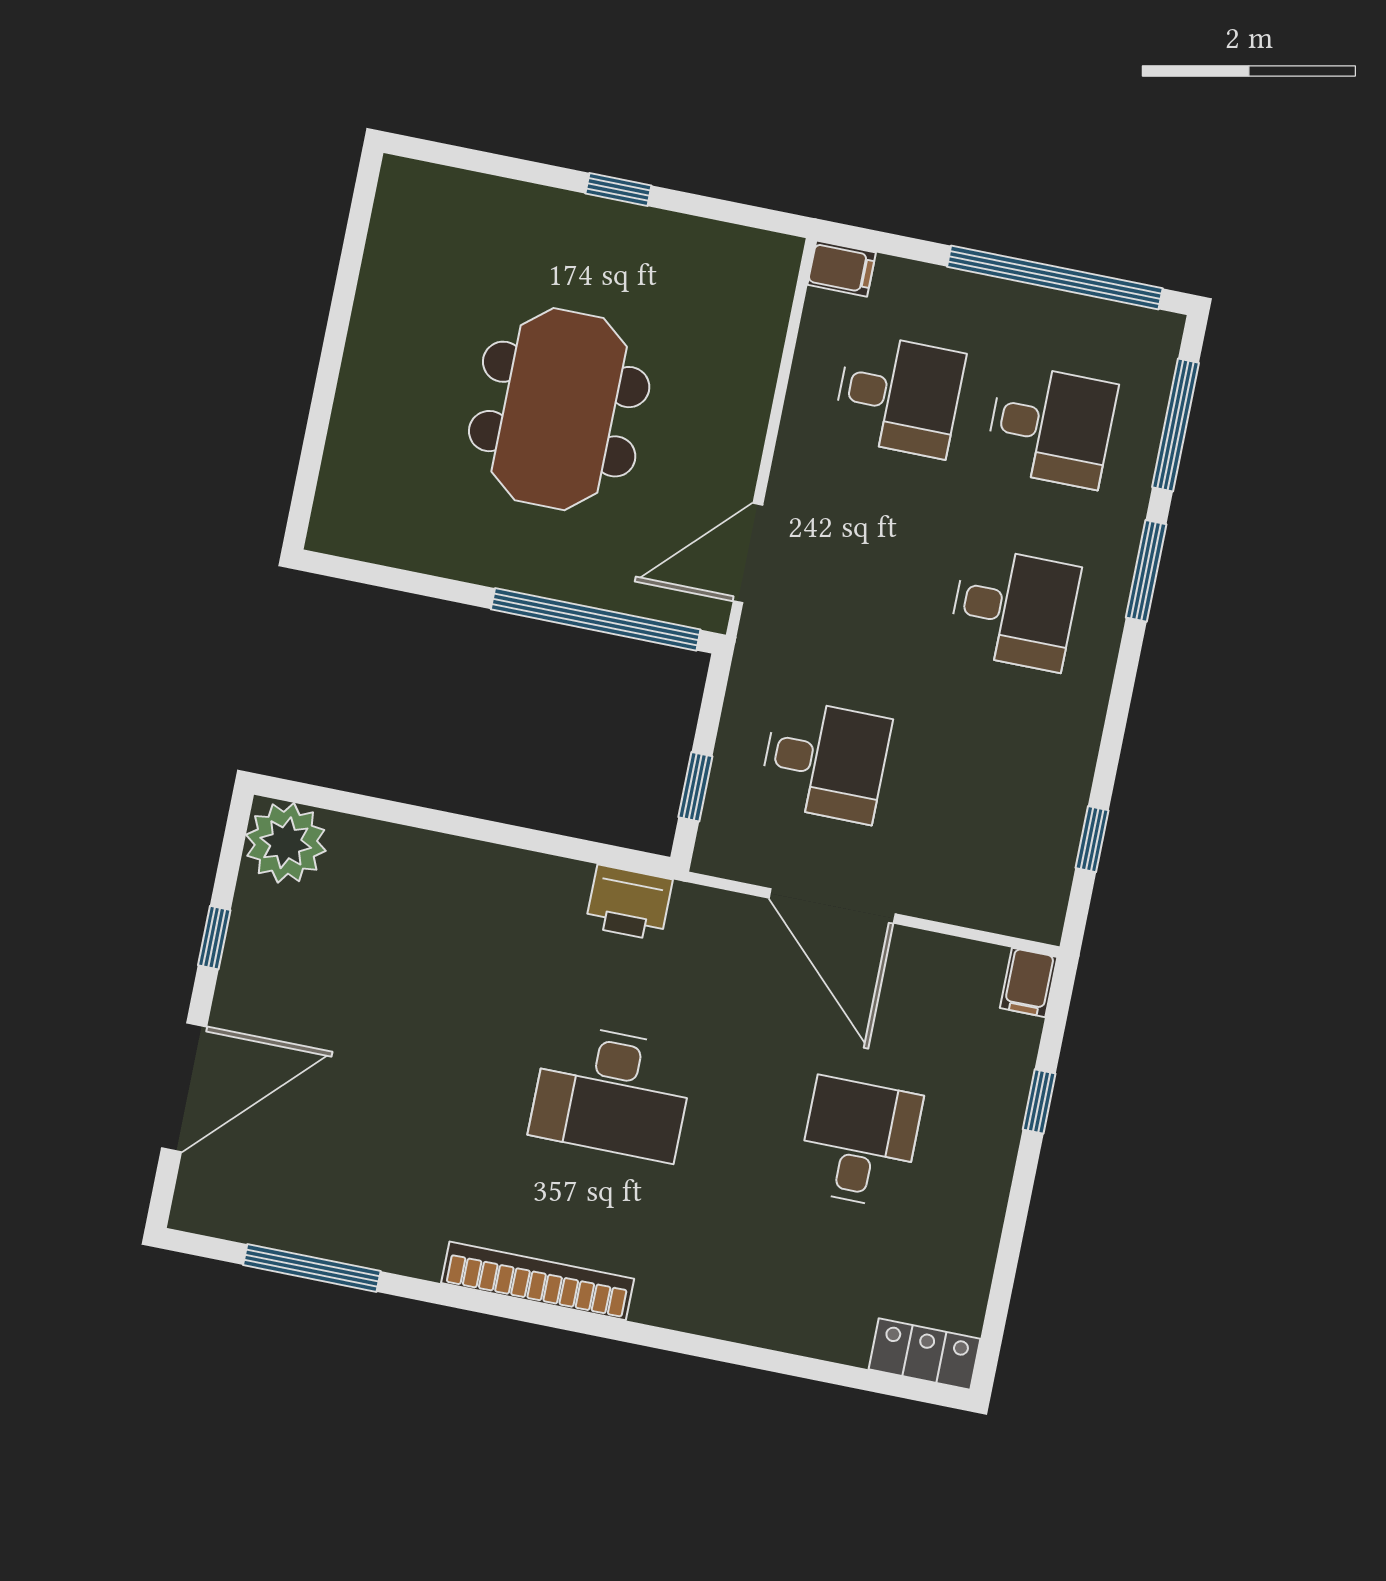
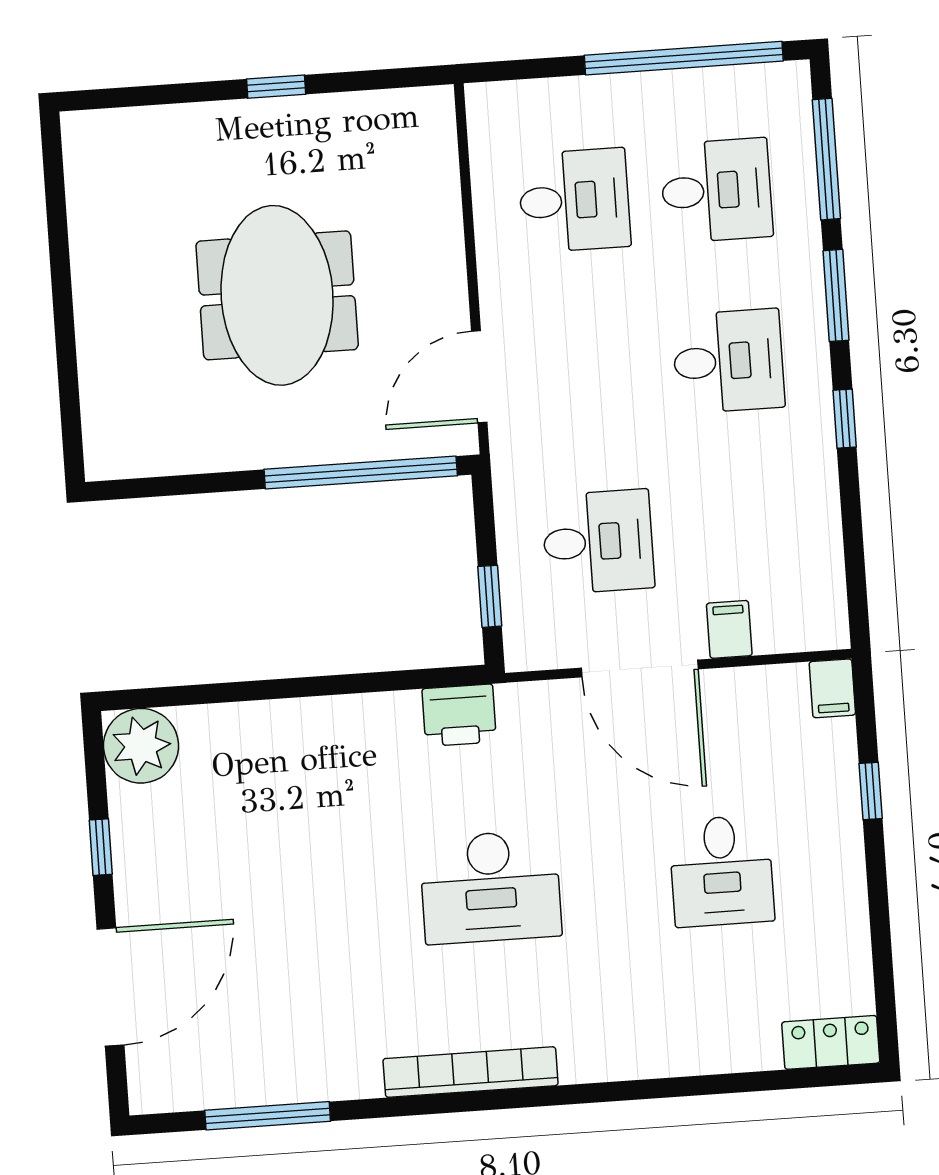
filing cabinet: (842, 269) -> (729, 629), moved, turned -90
window: (1092, 839) -> (845, 419), moved
desk: (859, 1142) -> (722, 871), turned 180

